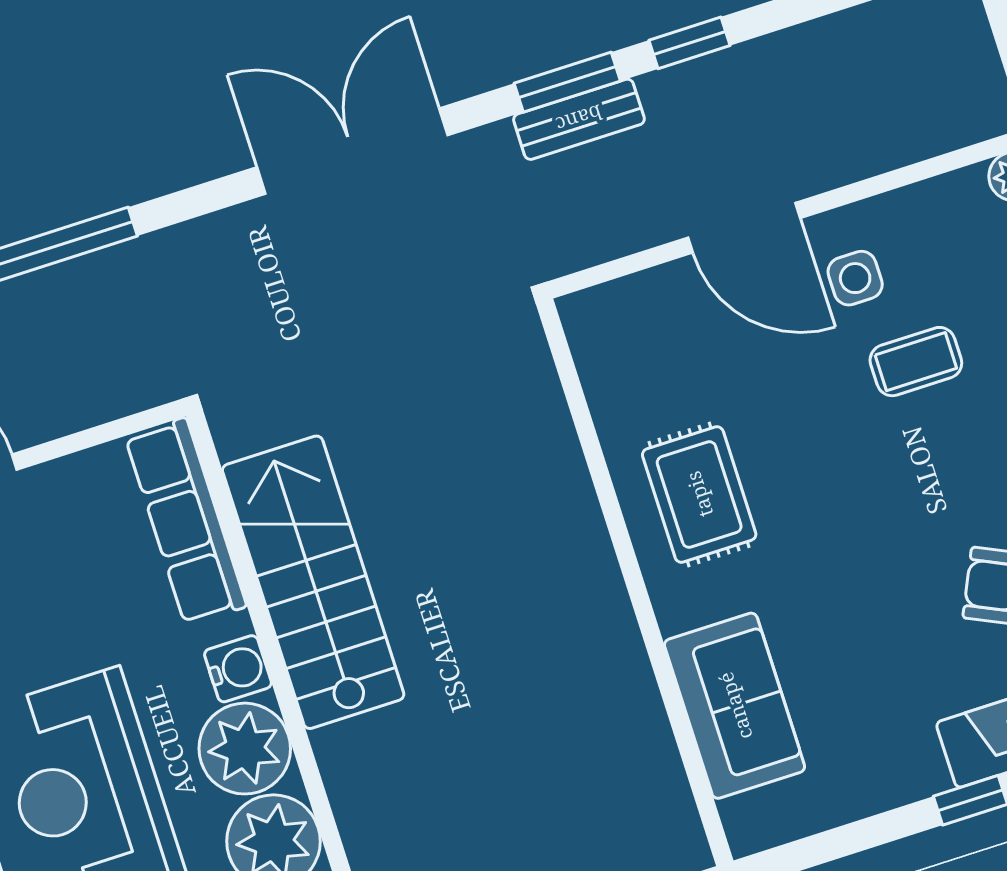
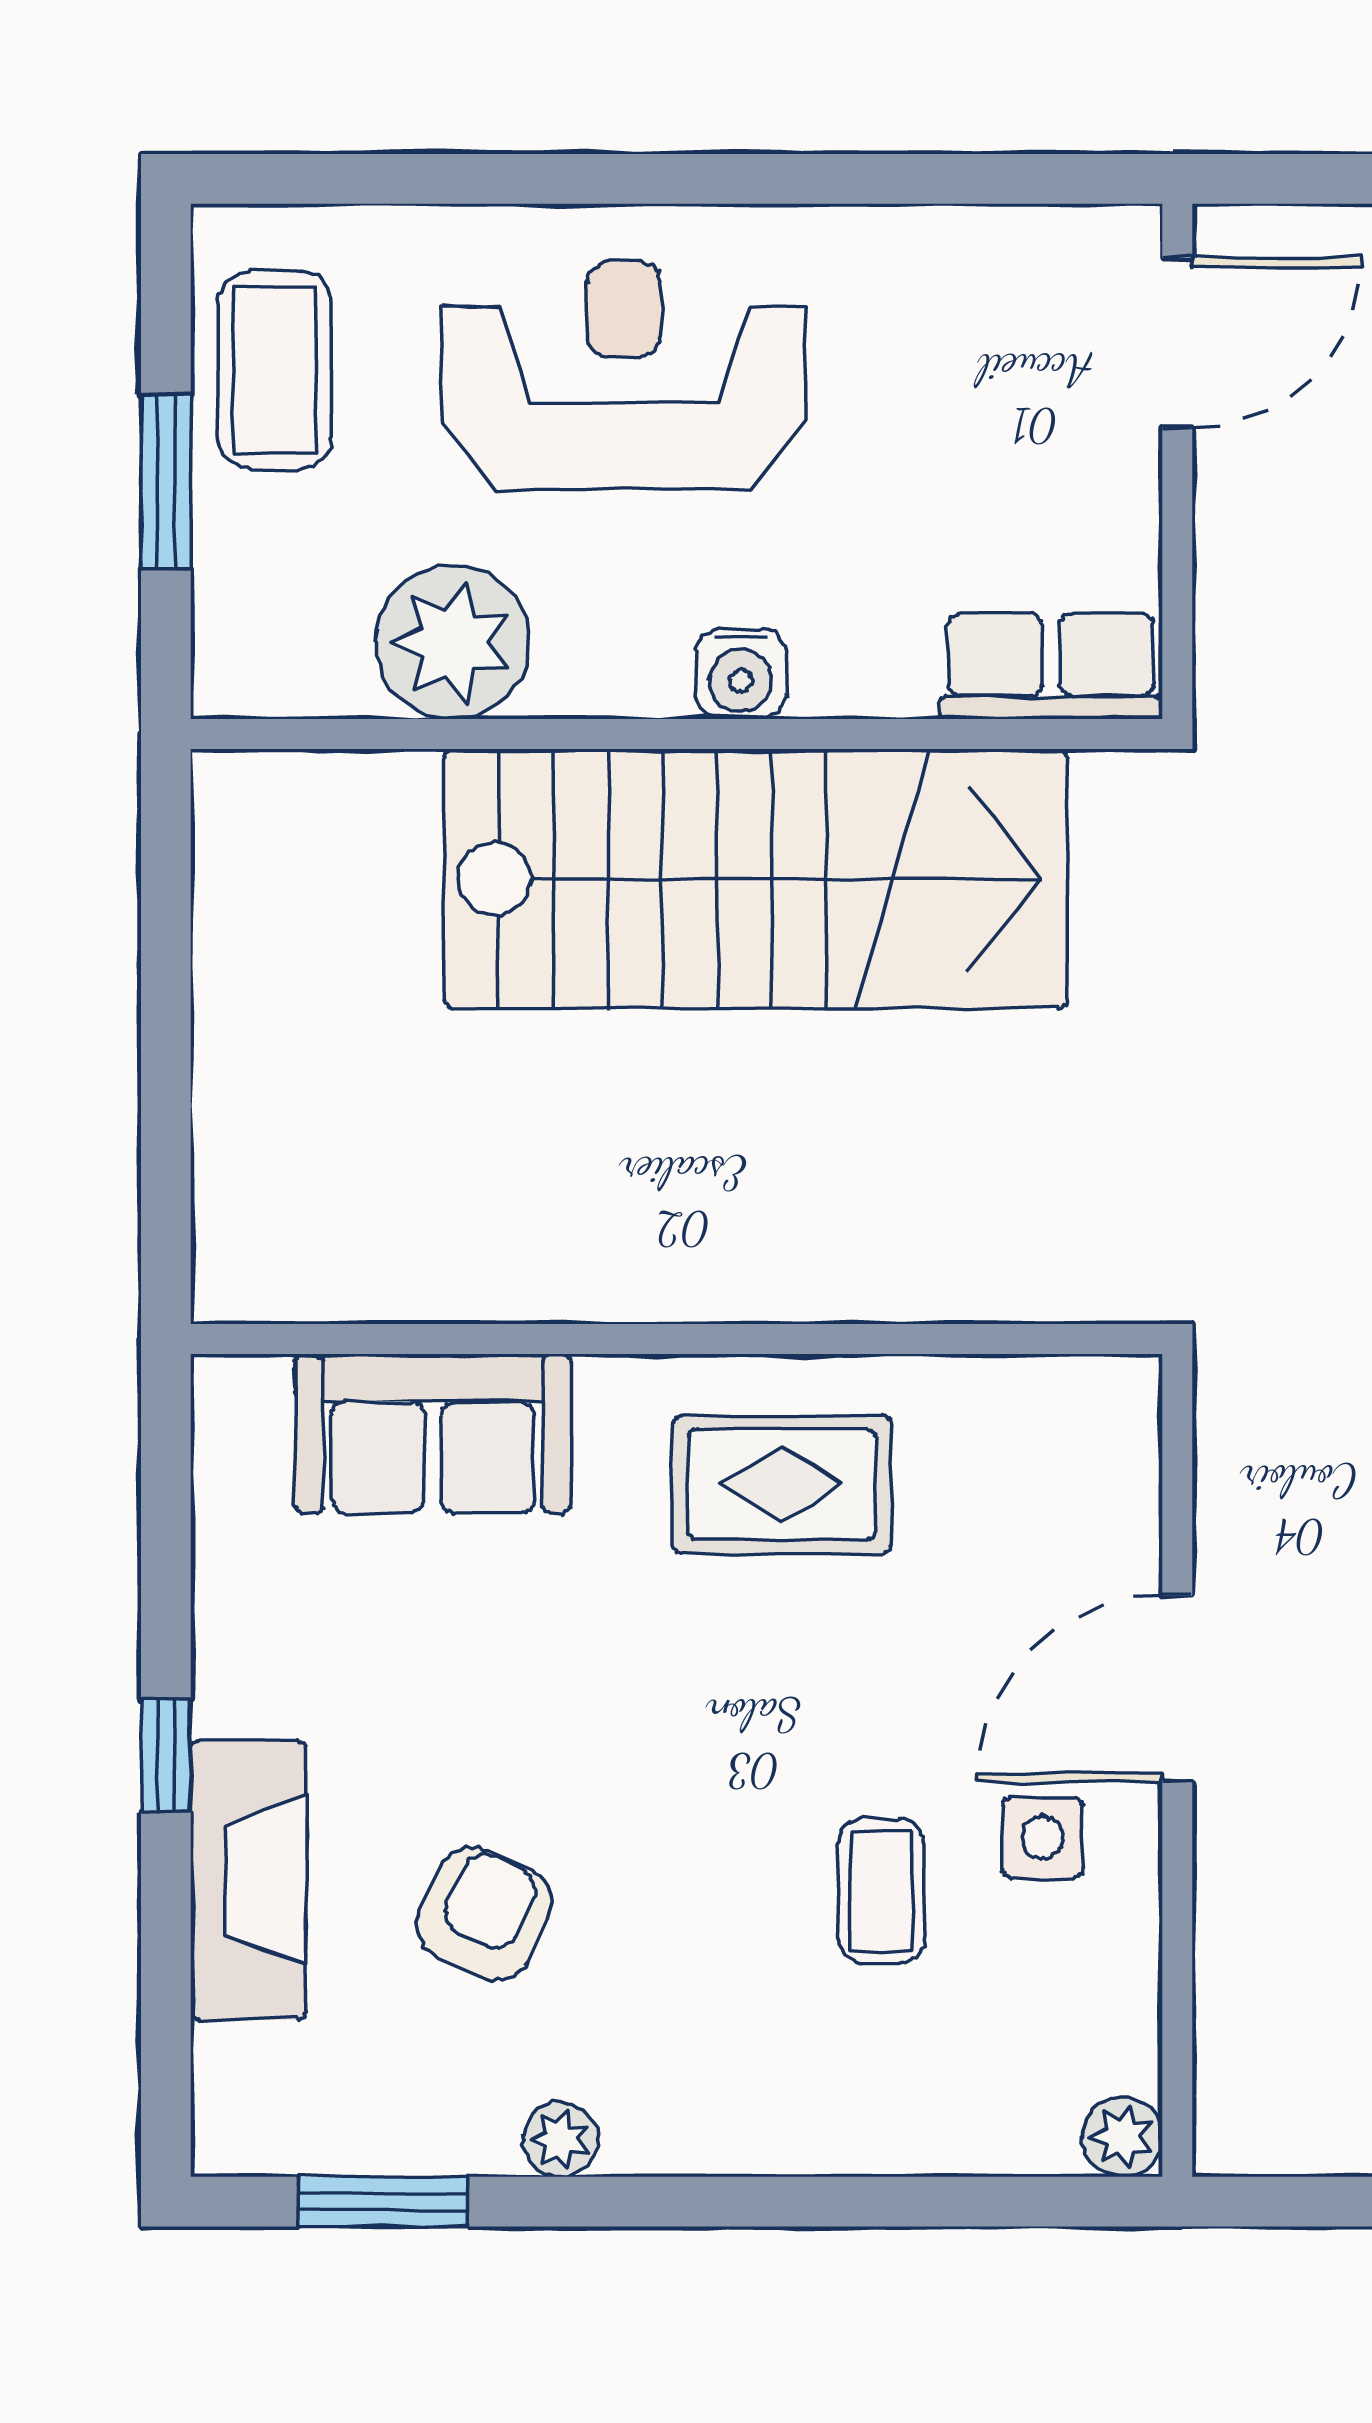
row of seats: (186, 521) -> (1051, 666), width x0.68
stairs: (313, 582) -> (756, 879), width x1.36, depth x1.51
plant: (245, 749) -> (612, 644), removed

